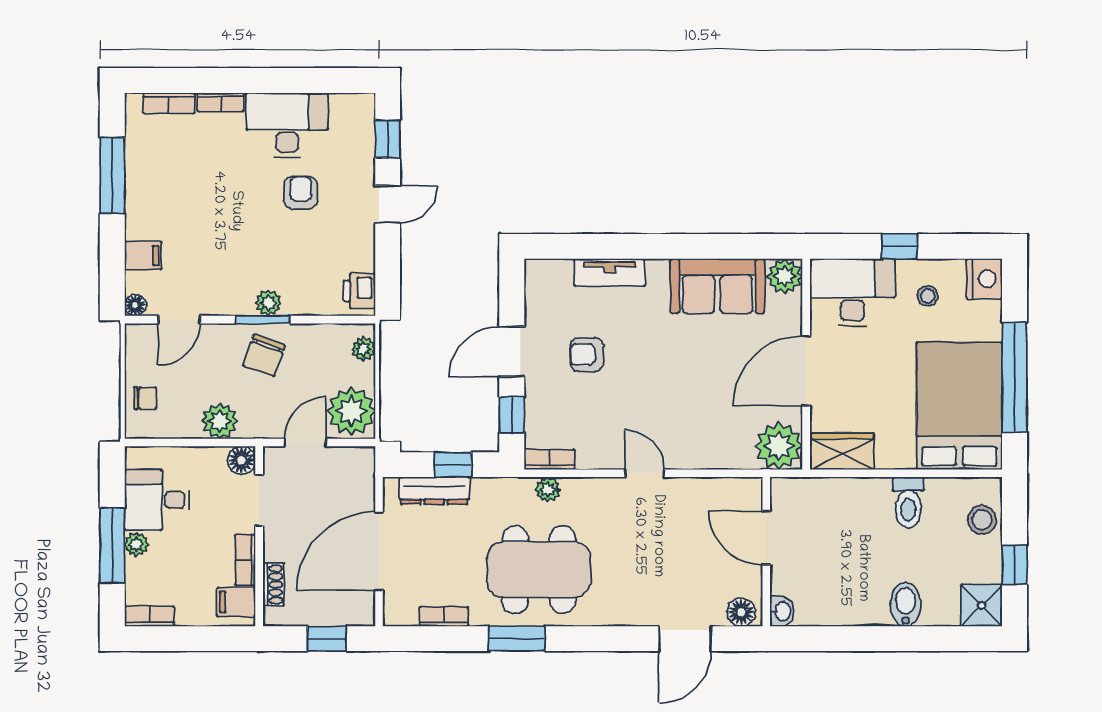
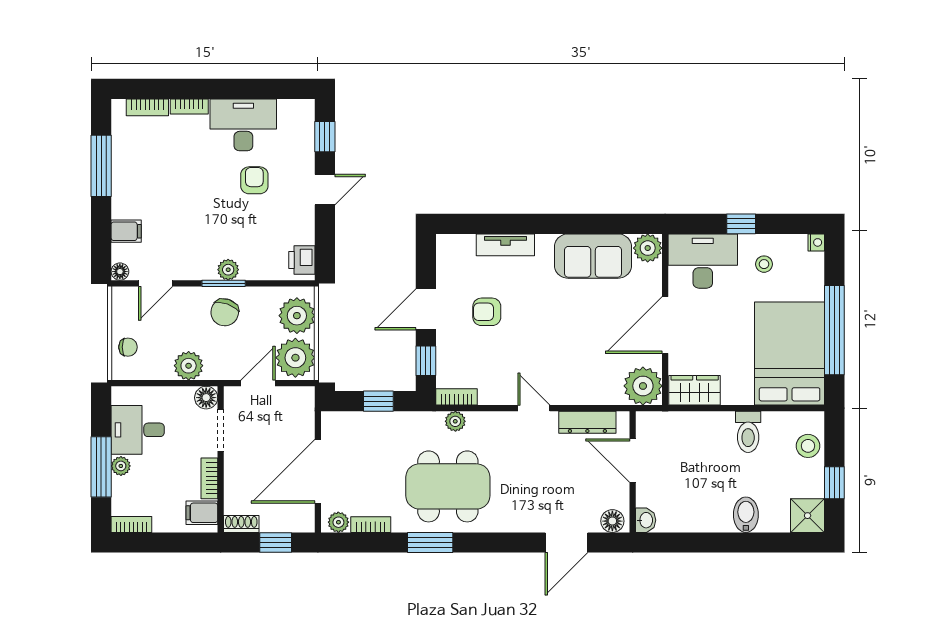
nightstand: (984, 279) -> (816, 242), width x0.53, depth x0.56
plant: (363, 349) -> (297, 316), width x1.88, depth x1.88
dresser: (434, 491) -> (587, 422), moved
shoe rack: (273, 585) -> (241, 524), moved, turned -90
plant: (404, 614) -> (338, 522), added

